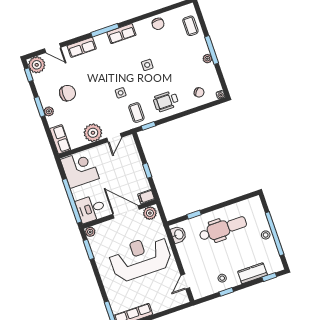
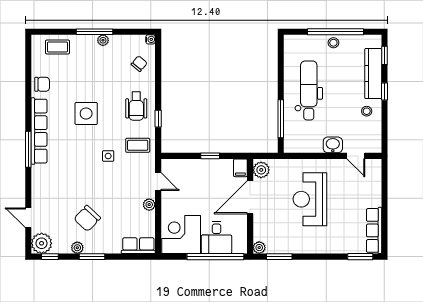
row of seats: (122, 34) -> (39, 131), width x2.02
row of seats: (82, 47) -> (39, 183), removed
door: (53, 48) -> (28, 218), swing flipped
side table: (147, 65) -> (86, 114), width x1.87, depth x1.87
chair: (68, 93) -> (87, 218), turned -137
plant: (49, 111) -> (77, 248), moved
window: (148, 126) -> (158, 119), moved
plant: (93, 133) -> (149, 205), width x0.53, depth x0.53
desk: (91, 209) -> (216, 238), moved
window: (194, 215) -> (281, 119), width x2.17
washbasin: (179, 234) -> (333, 145), moved
reception desk: (140, 258) -> (310, 199), width x0.74, depth x0.77
kitchen counter: (253, 273) -> (373, 74), width x1.50
window: (226, 292) -> (384, 92), moved

